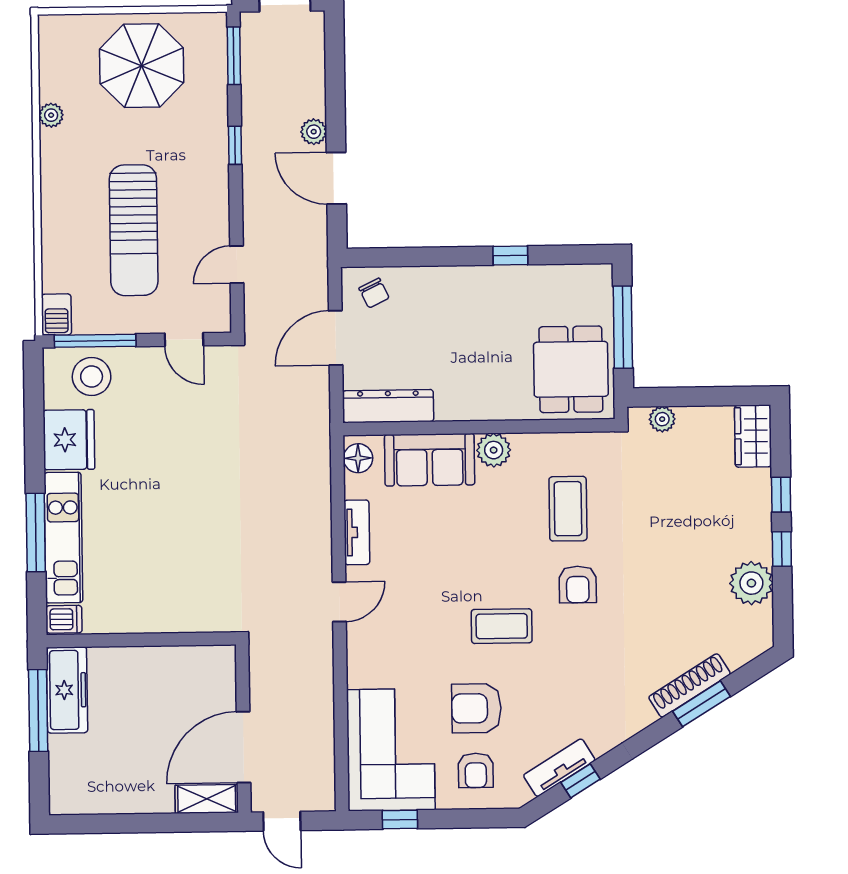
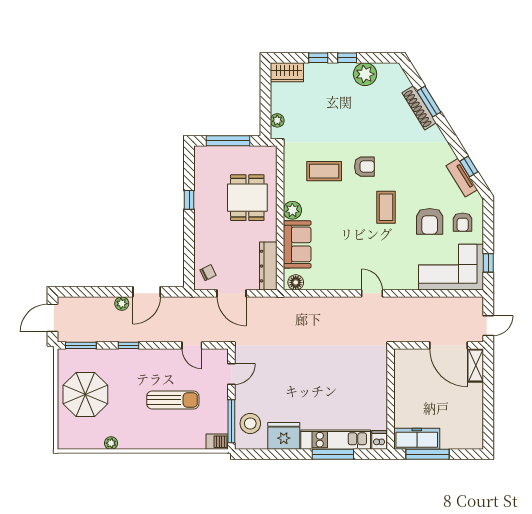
sun lounger: (134, 230) -> (173, 400), width x0.73, depth x0.75
dining table: (571, 369) -> (247, 198), moved, turned 90
tv unit: (357, 532) -> (335, 284), removed
armchair: (476, 770) -> (463, 222), turned 90

